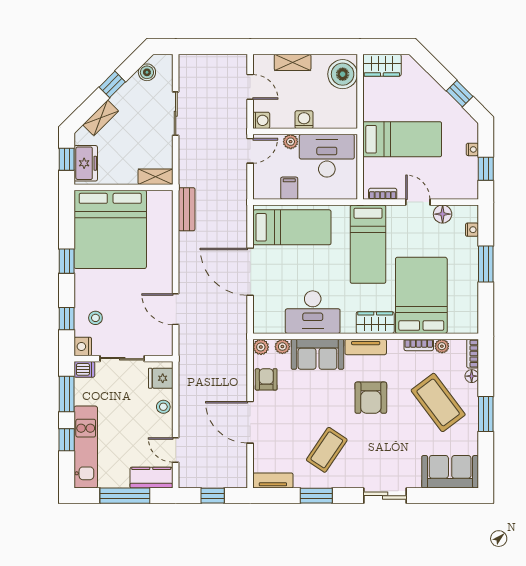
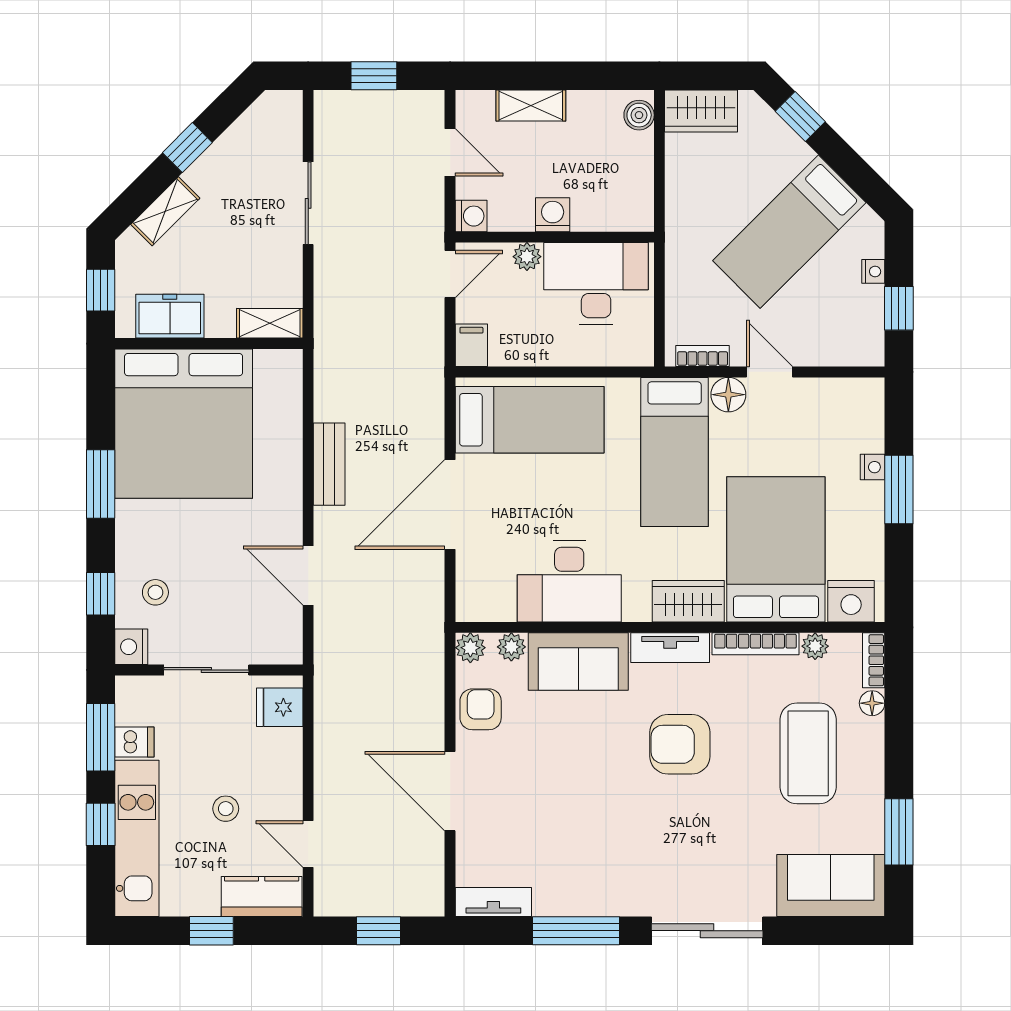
window: (210, 47) -> (374, 76), added
boiler: (147, 72) -> (253, 125), removed
boiler: (343, 74) -> (639, 115), width x0.54, depth x0.54
window: (460, 94) -> (800, 117), moved
bed: (402, 139) -> (789, 232), moved, turned 135
freezer: (86, 163) -> (170, 316), moved, turned -90
filing cabinet: (289, 188) -> (471, 345), moved
bench: (187, 209) -> (329, 464), moved
floor lamp: (443, 214) -> (728, 395), moved
nightstand: (472, 230) -> (873, 467), moved
window: (67, 261) -> (101, 484), width x1.50
door: (250, 272) -> (450, 504), hinge flipped
nightstand: (461, 323) -> (851, 601), added
bookcase: (419, 345) -> (755, 644), width x1.56
dishwasher: (84, 369) -> (134, 742), moved
armchair: (371, 398) -> (680, 744), turned 90
coffee table: (438, 402) -> (808, 753), turned 37
stool: (163, 407) -> (226, 809), moved
window: (486, 414) -> (899, 832), moved
coffee table: (327, 450) -> (596, 844), removed
window: (125, 496) -> (211, 931), width x0.46
window: (316, 496) -> (576, 931), width x1.44
sliding door: (385, 496) -> (707, 931), width x1.37

